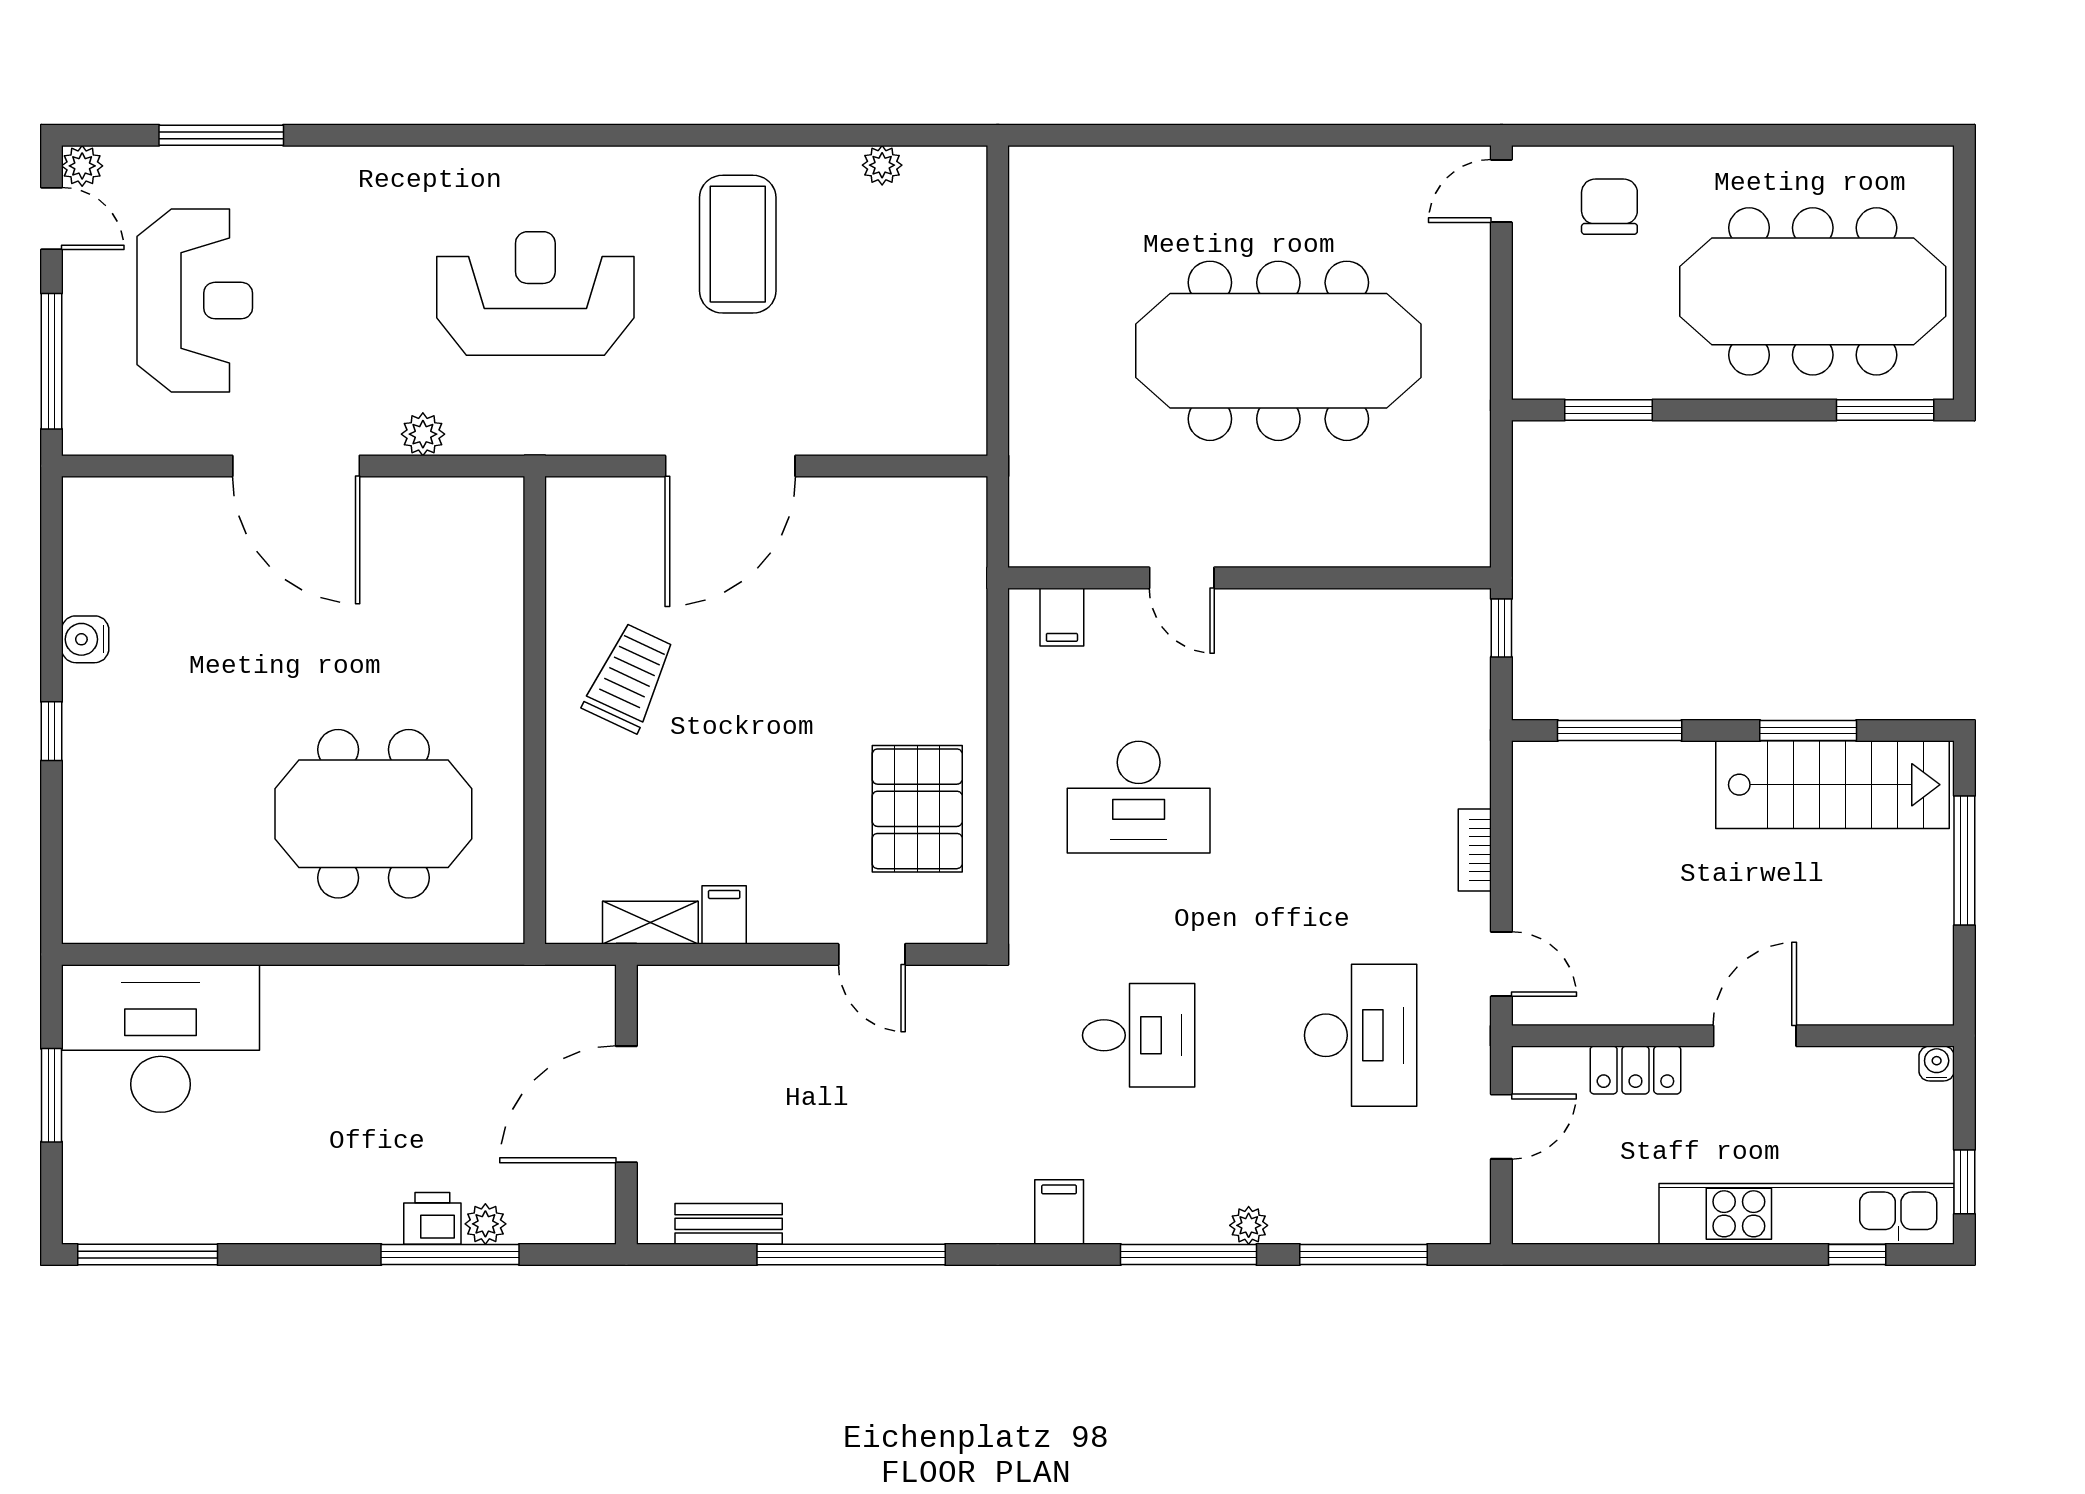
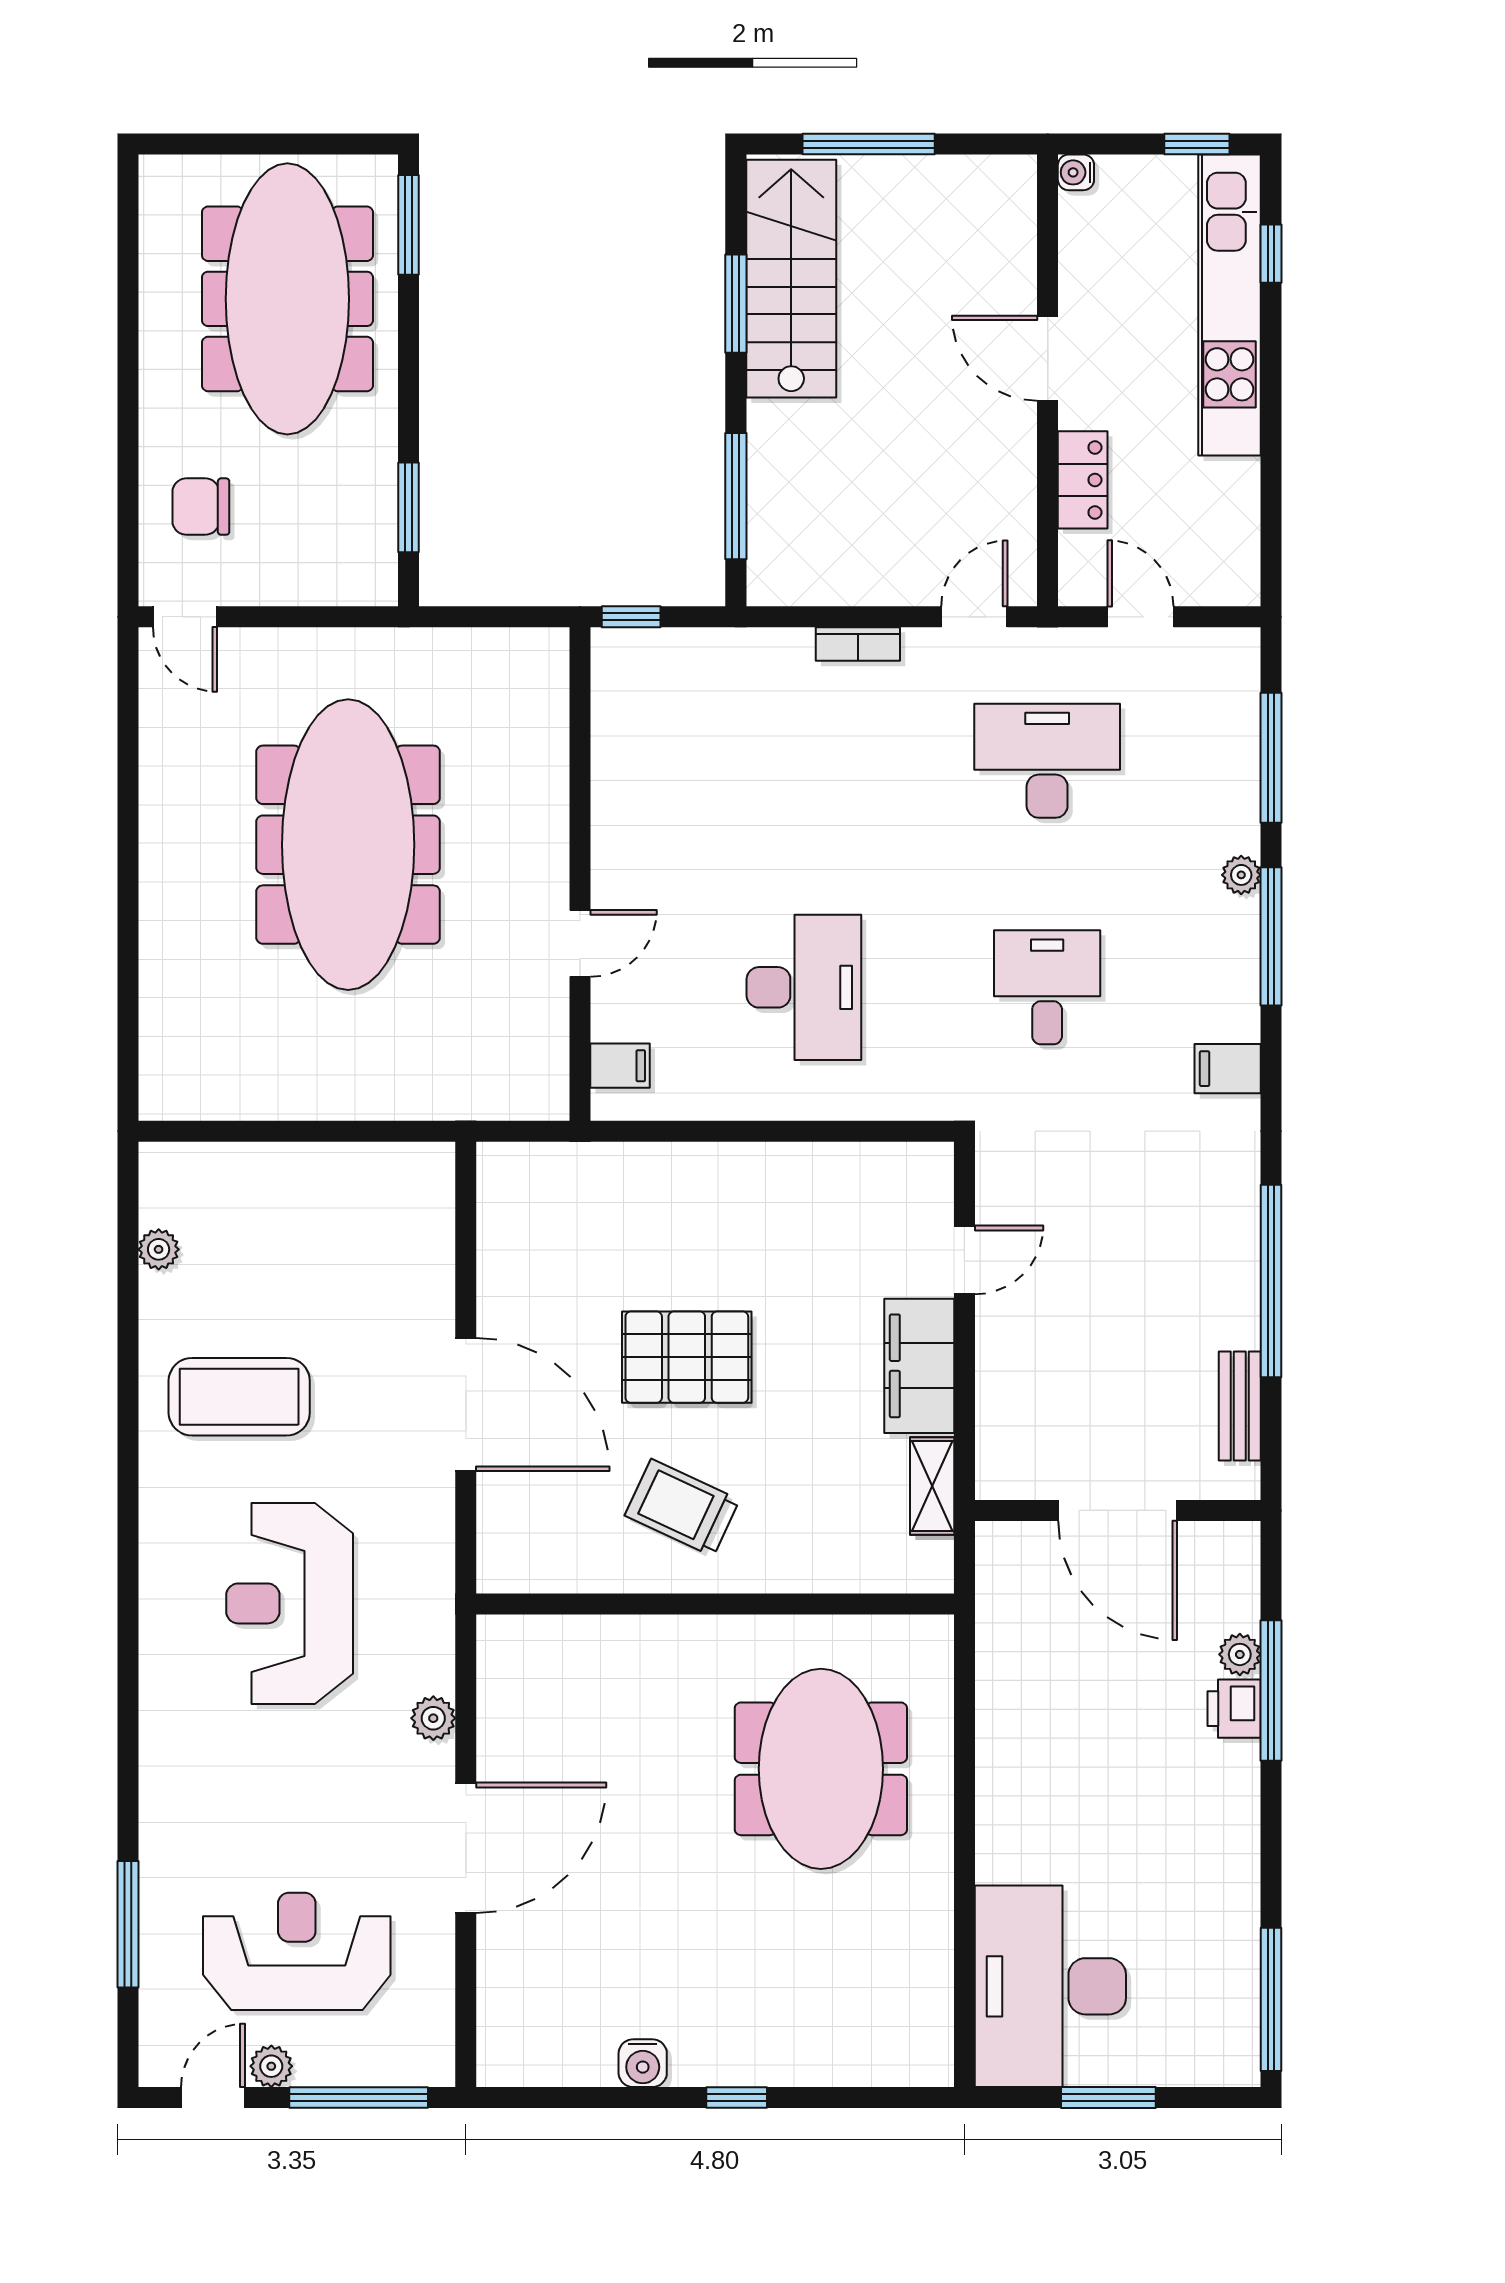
plant: (82, 166) -> (271, 2066), moved
pallet: (917, 809) -> (687, 1357), moved
filing cabinet: (724, 915) -> (919, 1366), width x3.00, depth x1.17

